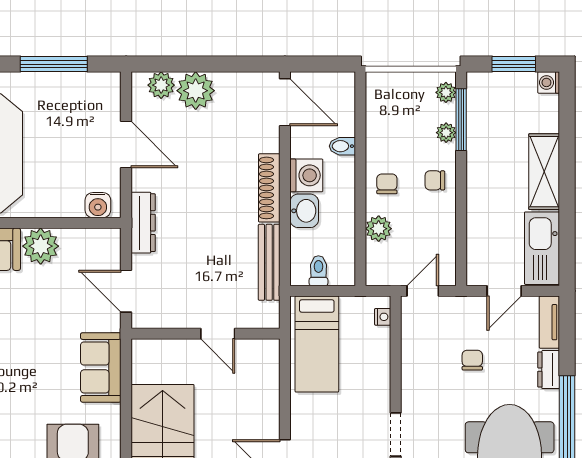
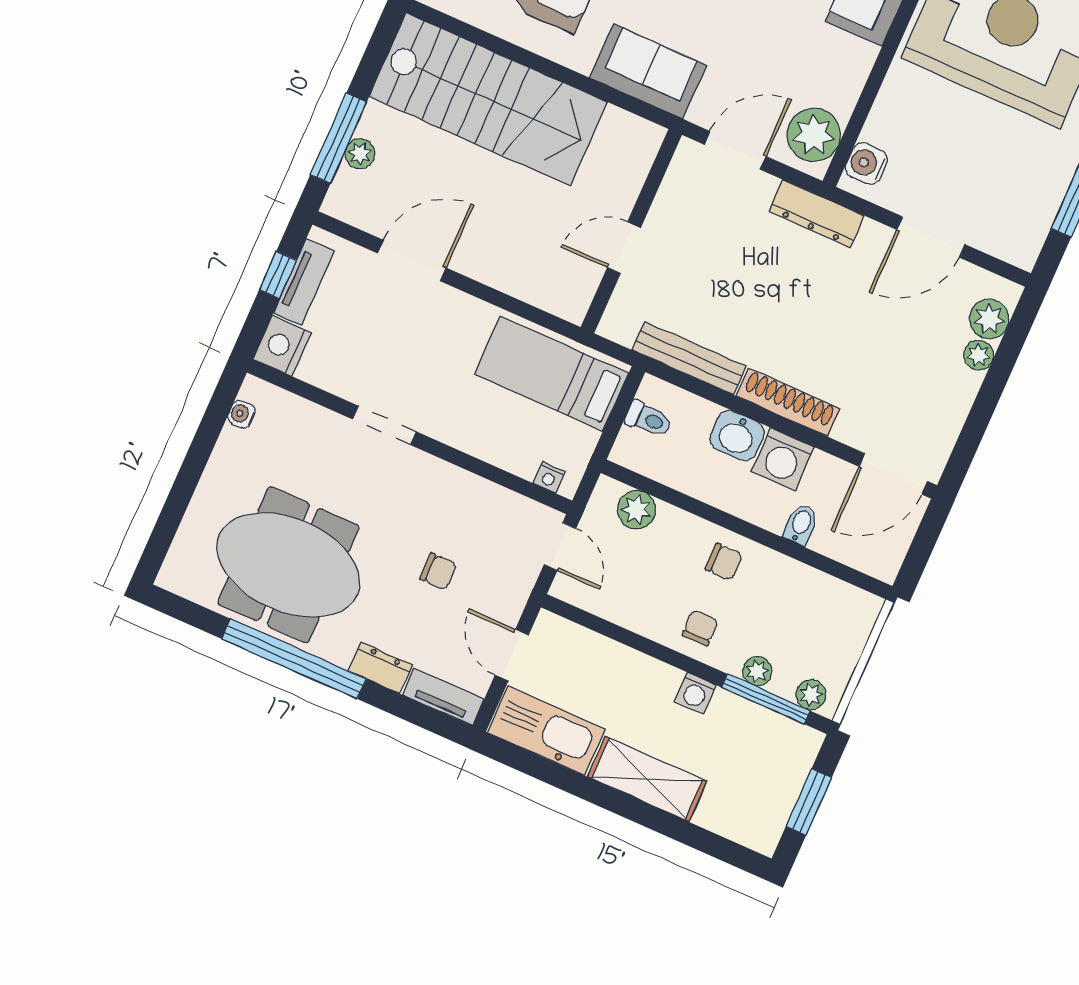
washing machine: (549, 82) -> (695, 693), moved, turned 180
plant: (196, 91) -> (979, 355), width x0.53, depth x0.53
plant: (379, 229) -> (637, 510), moved
plant: (41, 246) -> (814, 135), moved

